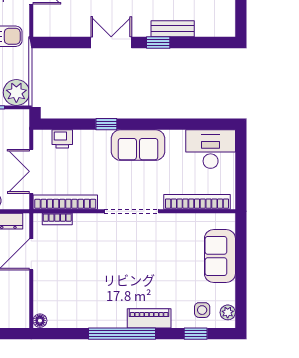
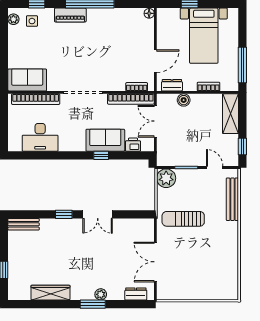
bench: (173, 29) -> (24, 224), moved
sofa: (138, 145) -> (105, 140), moved
desk: (211, 149) -> (40, 137), moved
double door: (31, 171) -> (155, 121), swing flipped
sofa: (220, 256) -> (27, 80), moved, turned -90

